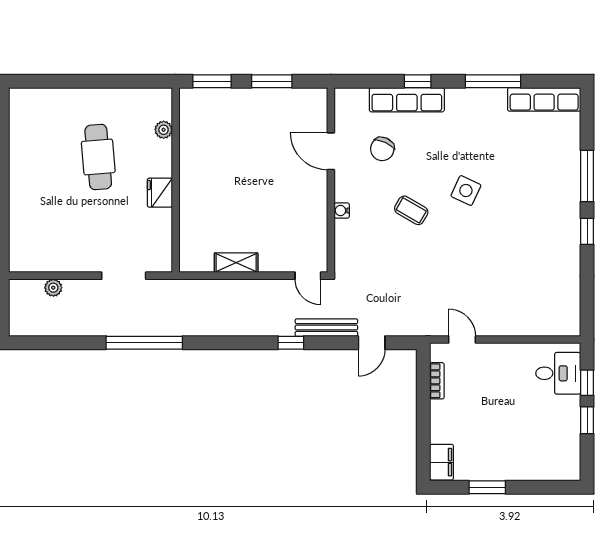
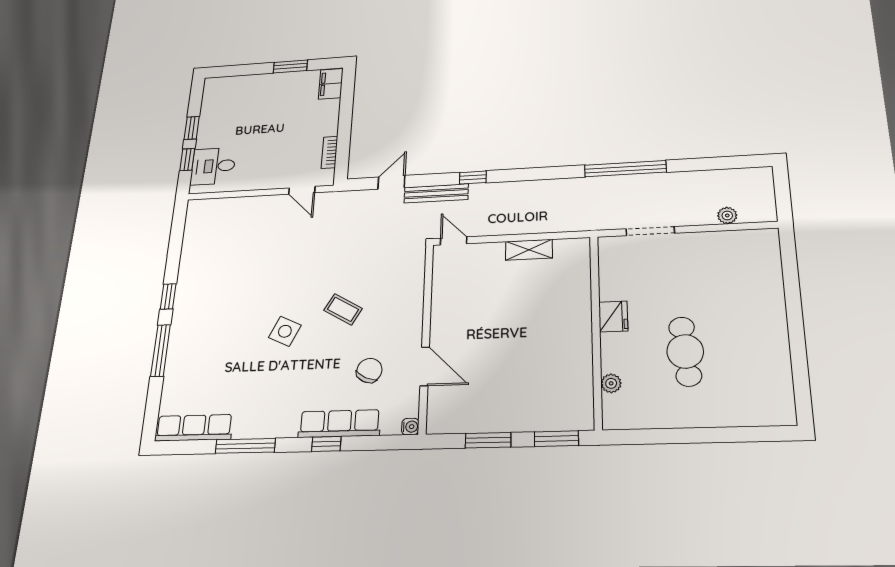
water cooler: (342, 210) -> (410, 427), moved

